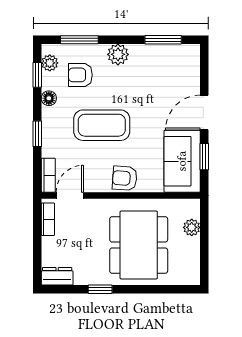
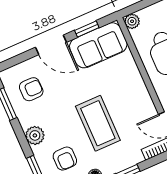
armchair: (125, 178) -> (31, 89), moved, turned -94
plant: (192, 227) -> (132, 21), moved

